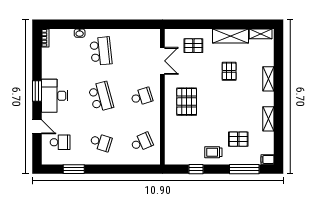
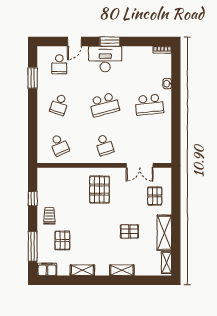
pallet: (187, 102) -> (100, 190), turned 90
filing cabinet: (268, 159) -> (47, 269), width x2.00

